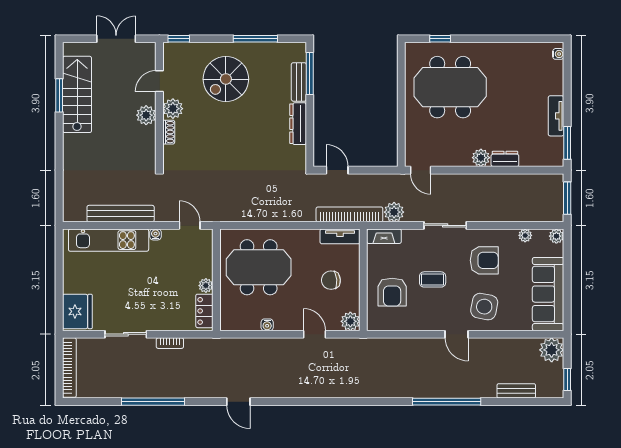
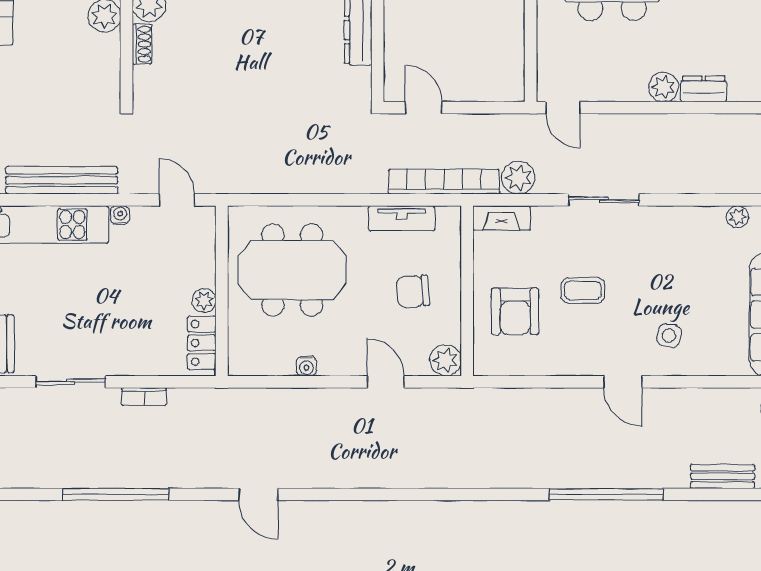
tv unit: (340, 236) -> (402, 218), moved
armchair: (484, 260) -> (669, 258), removed
side table: (484, 307) -> (669, 336), width x0.54, depth x0.54

